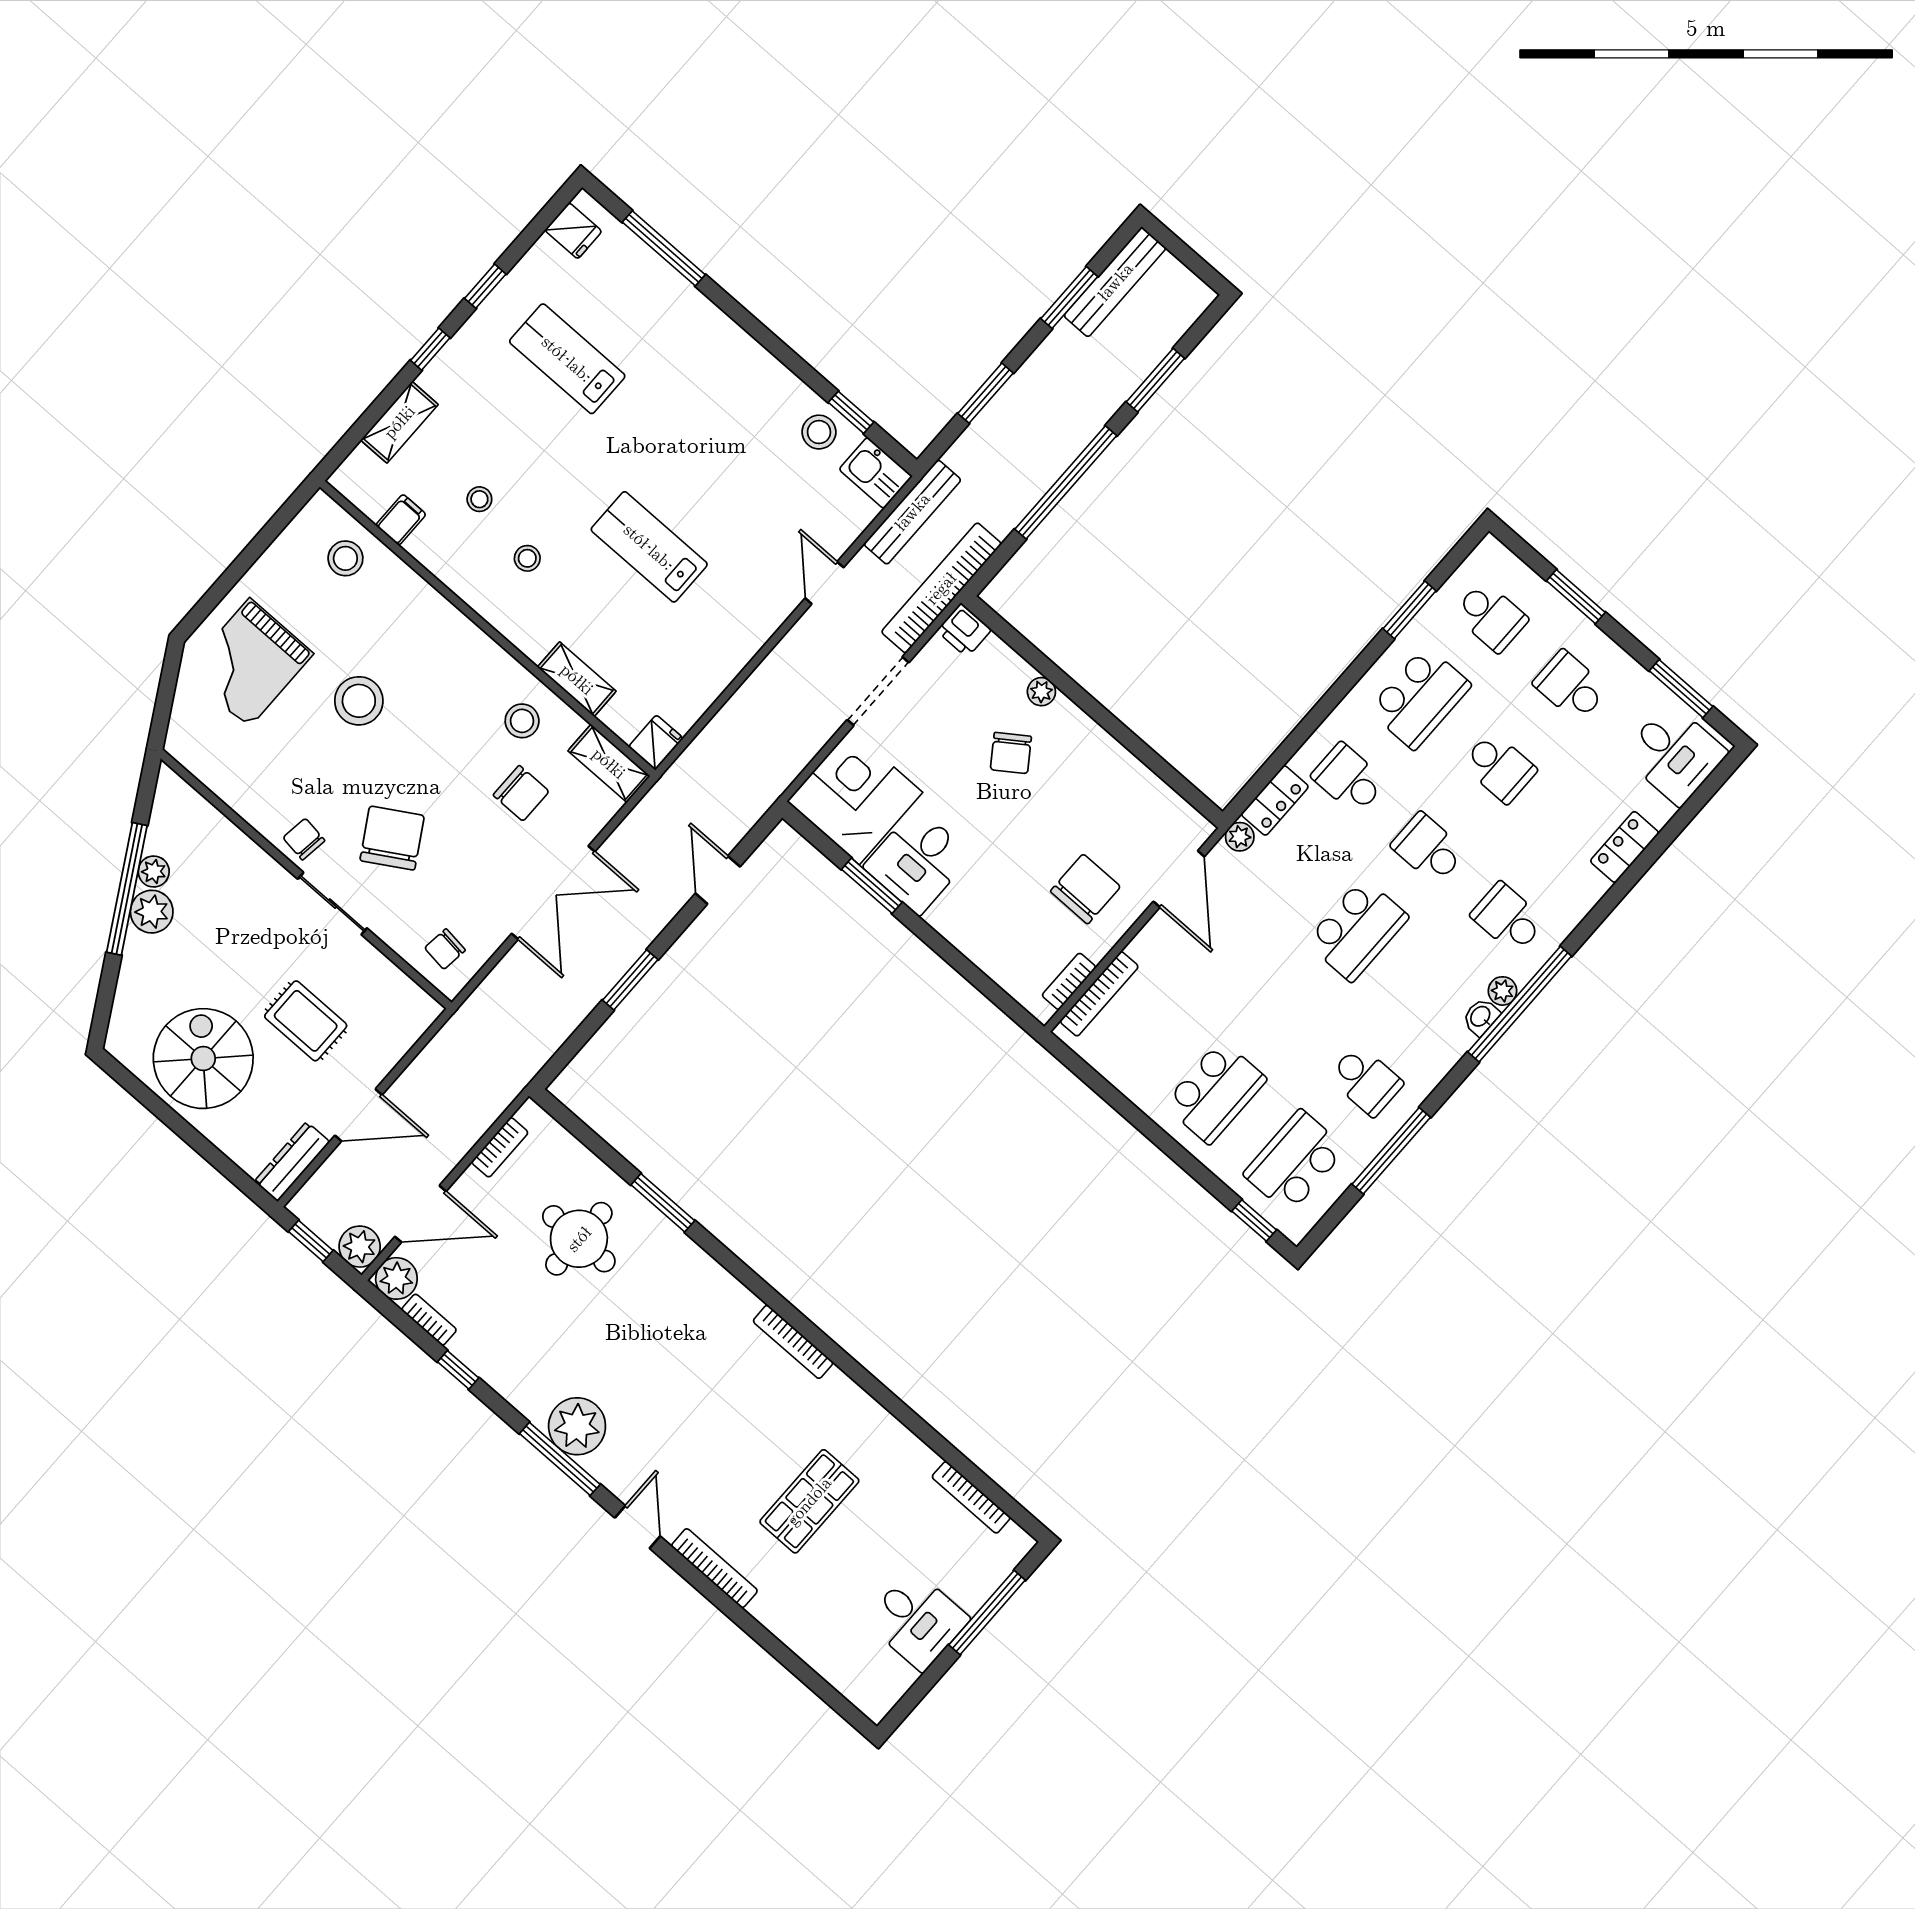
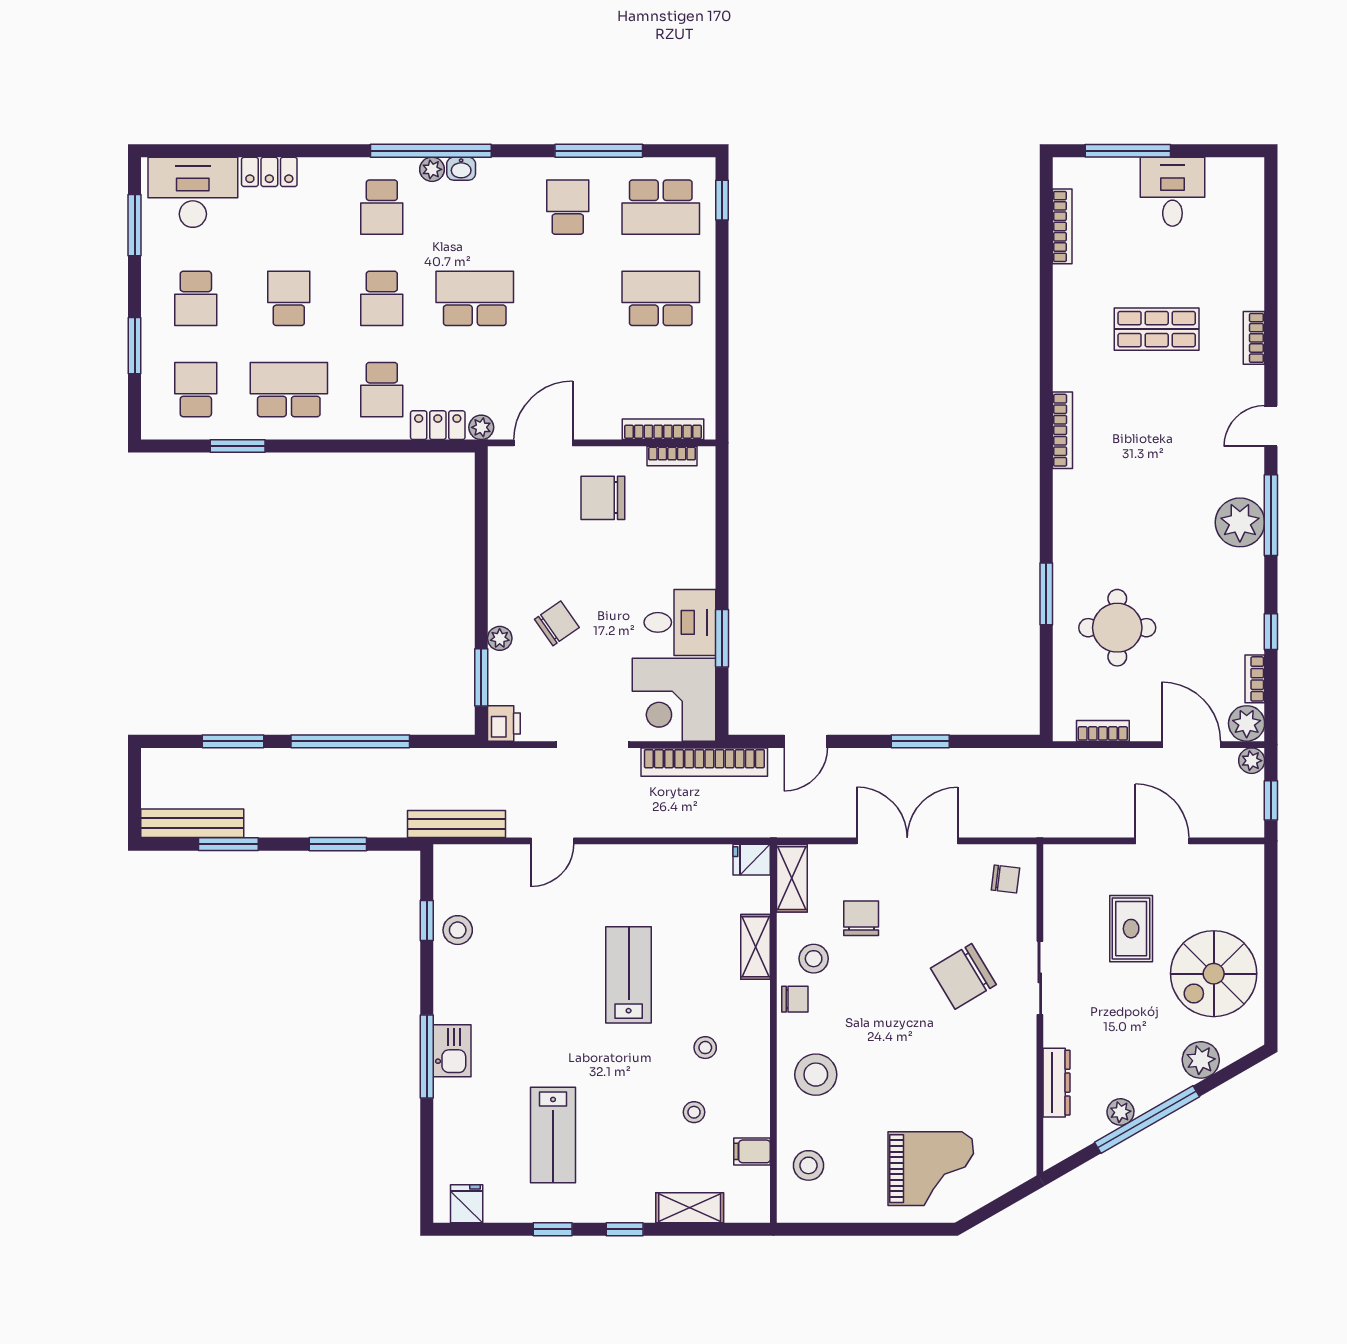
window: (664, 248) -> (427, 1057), moved
kitchen sink: (876, 473) -> (452, 1051), moved
lab bench: (649, 547) -> (629, 975), turned 180
bookcase: (941, 588) -> (704, 762), moved
window: (1021, 646) -> (481, 677), added
stool: (359, 701) -> (816, 1075), moved
desk: (1675, 754) -> (193, 192), width x1.37
chair: (304, 839) -> (795, 999), moved, turned -98
plant: (152, 912) -> (1201, 1060), moved
dresser: (292, 1162) -> (1056, 1083), moved, turned -90
plant: (360, 1247) -> (1252, 761), width x0.73, depth x0.73
bookcase: (714, 1568) -> (1254, 338), width x0.64

